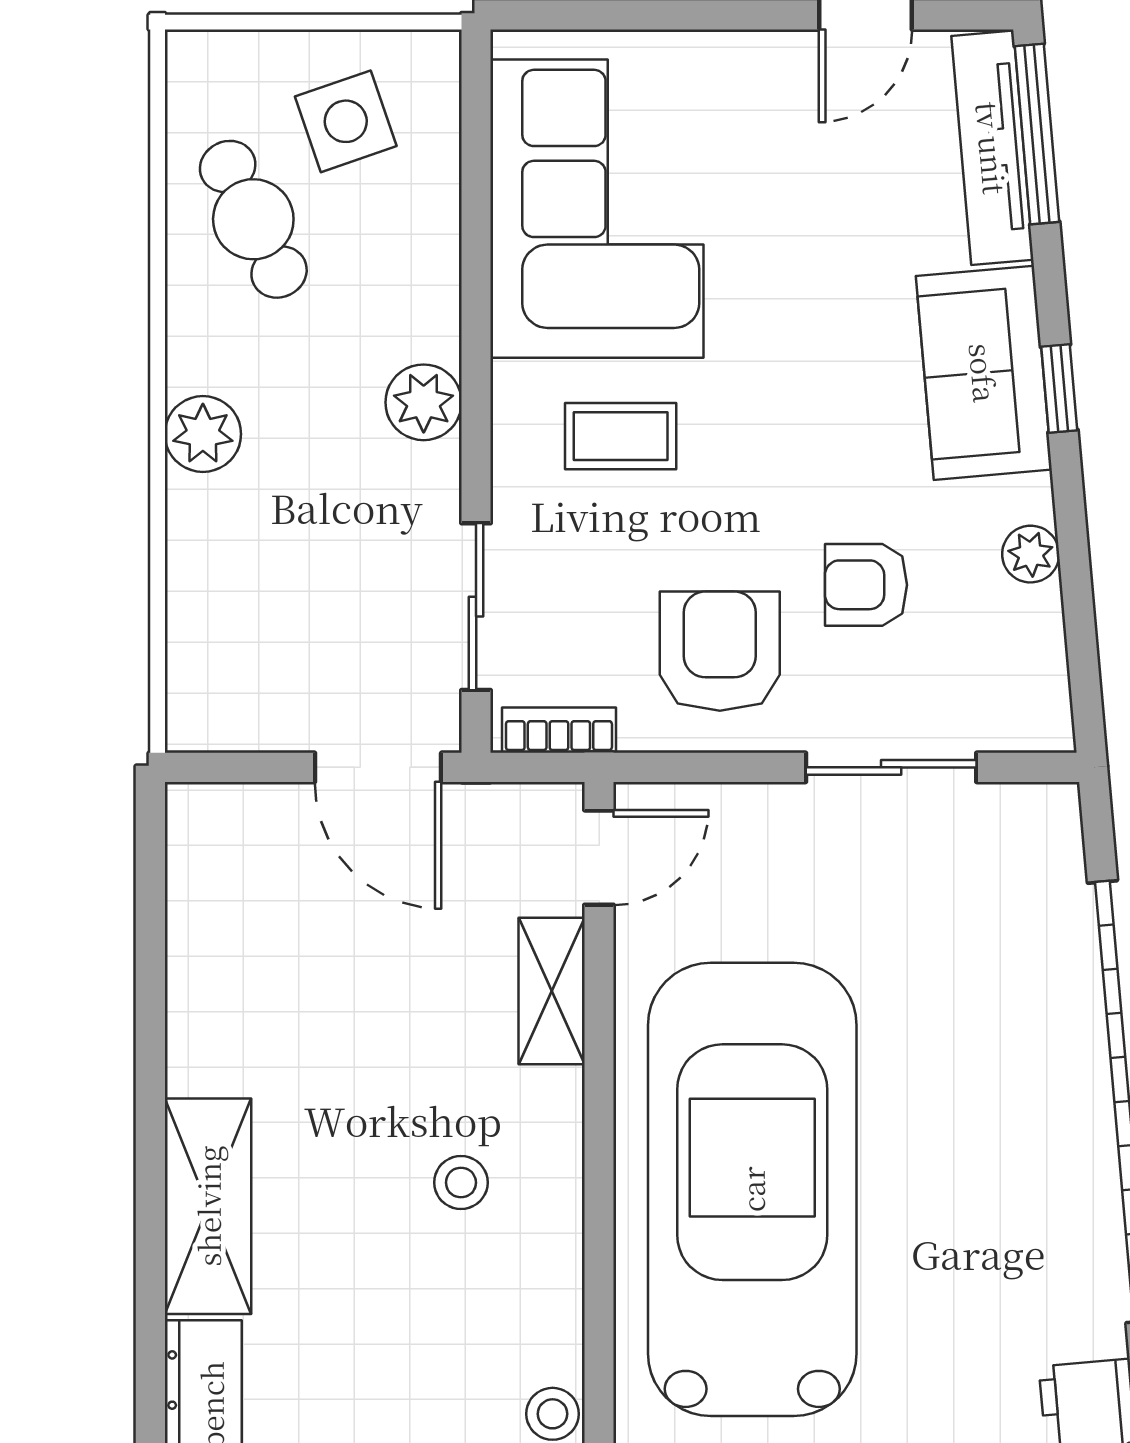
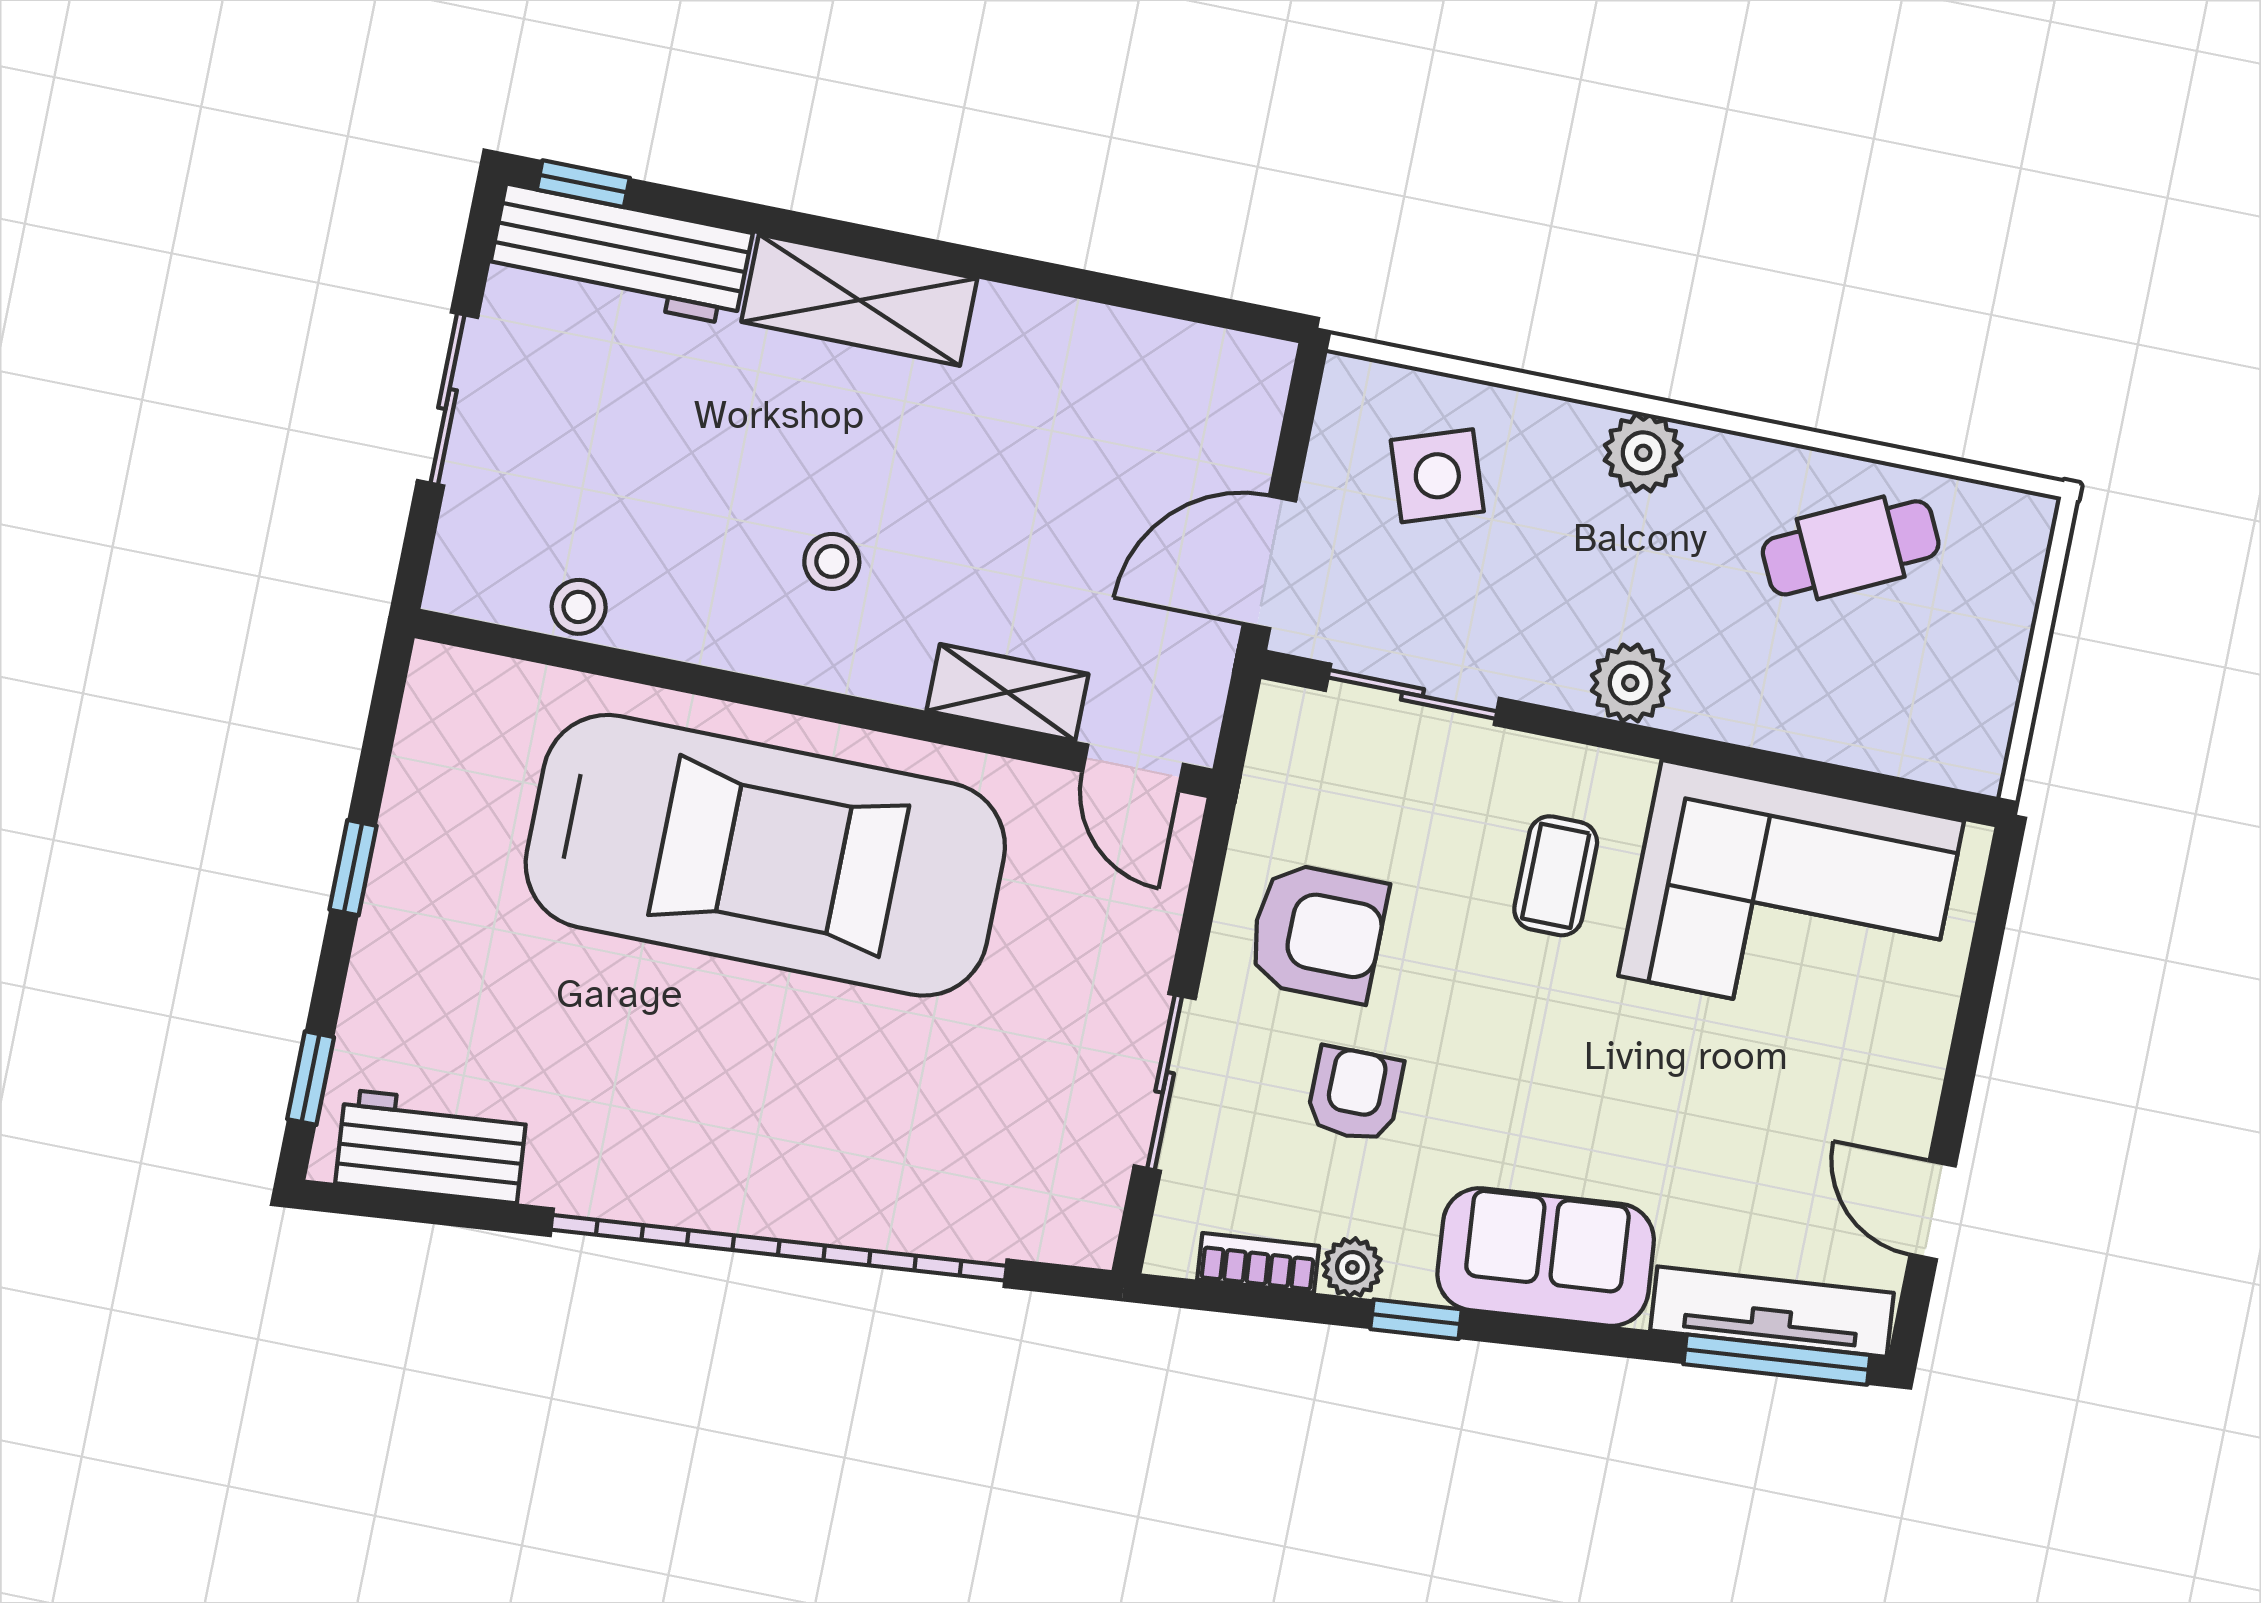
side table: (346, 121) -> (1437, 476), moved
window: (1059, 388) -> (1416, 1319), moved
bookcase: (559, 730) -> (1258, 1263), moved, turned -95

